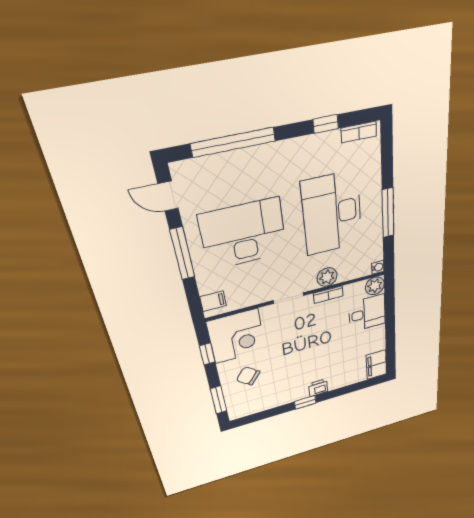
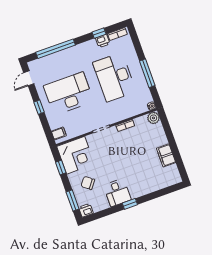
printer: (329, 141) -> (103, 41), added
door: (168, 196) -> (29, 78), hinge flipped
window: (182, 254) -> (39, 107), width x0.46
plant: (327, 277) -> (121, 114), removed
desk: (367, 313) -> (117, 192), moved, turned 90
filing cabinet: (376, 365) -> (166, 155), moved
printer: (318, 388) -> (86, 210), moved

